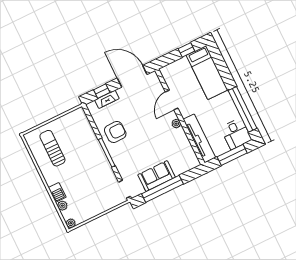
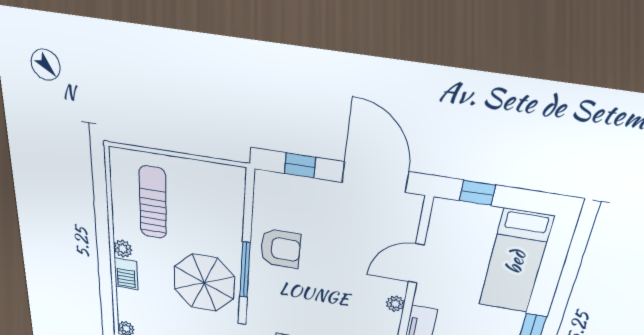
window: (186, 50) -> (477, 193), moved
fireplace: (107, 99) -> (300, 186), removed
parasol: (93, 172) -> (204, 283), added
plant: (62, 206) -> (123, 249), moved

